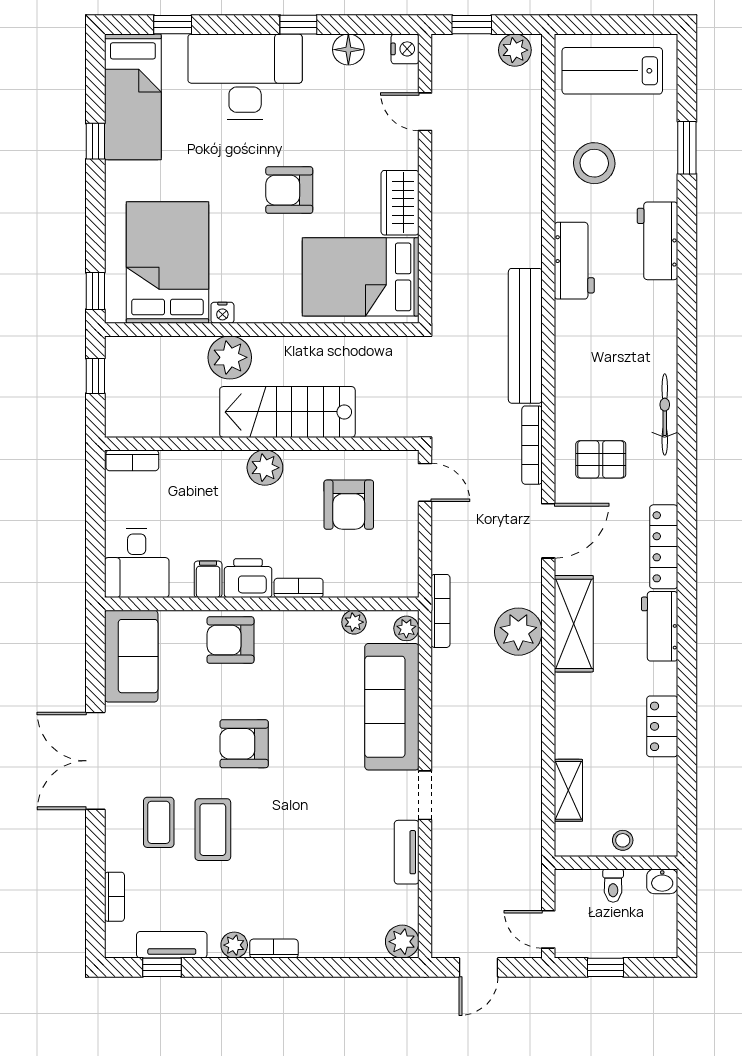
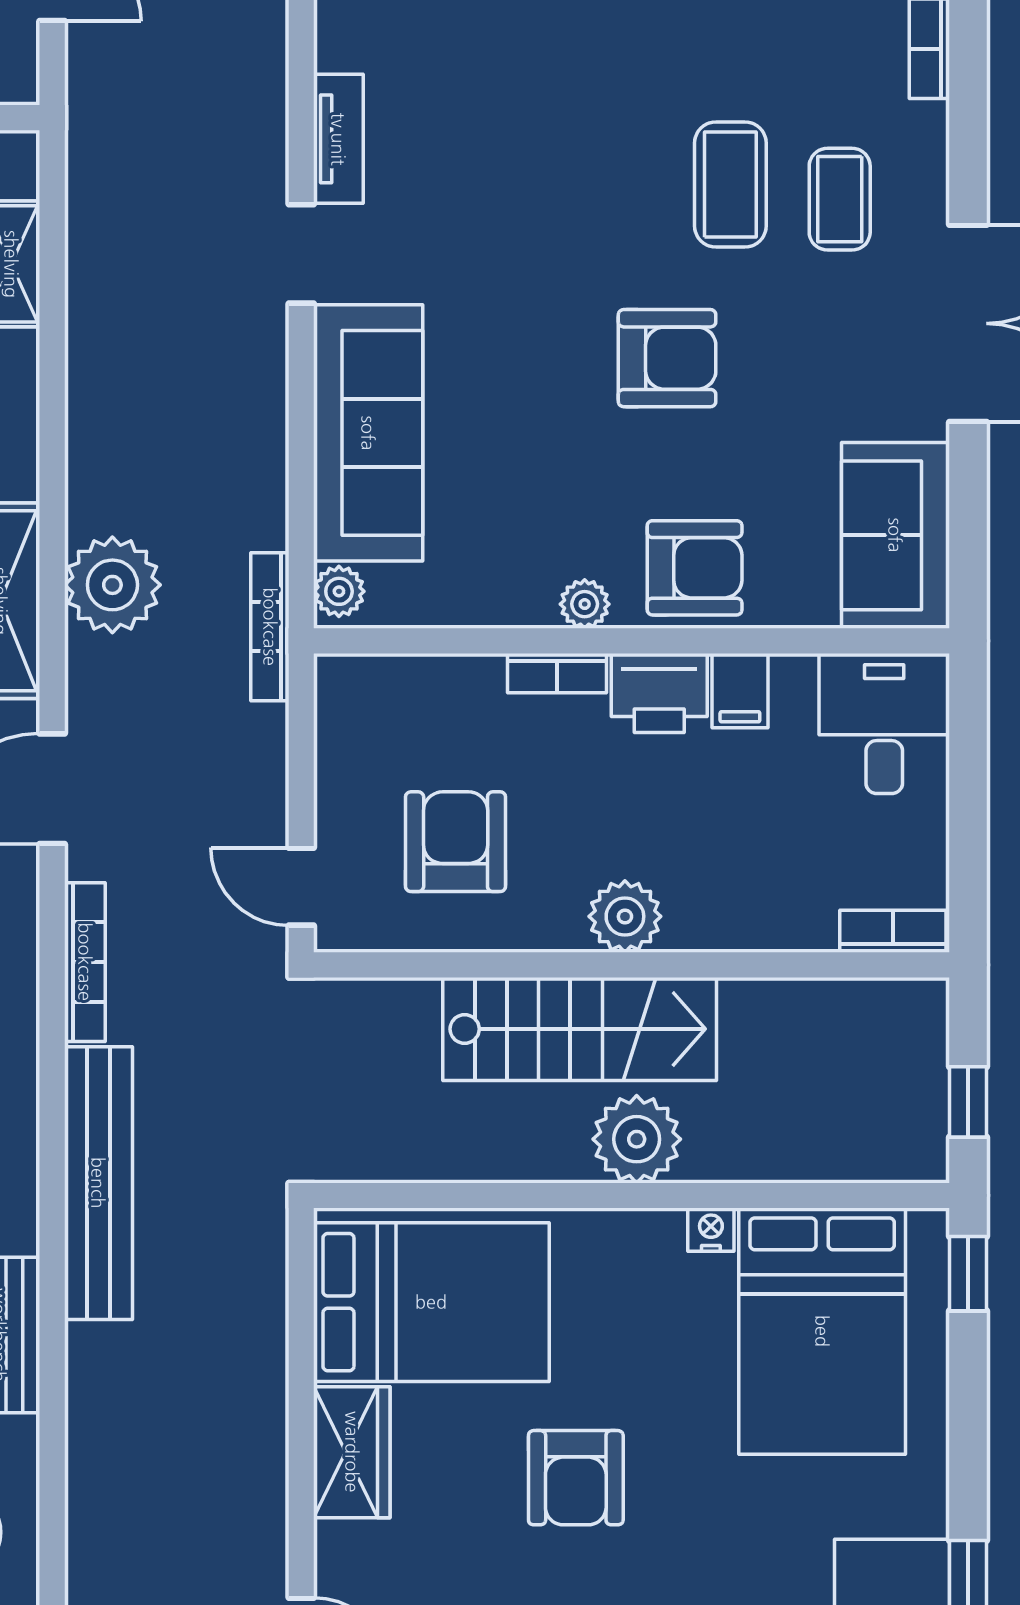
armchair: (289, 190) -> (576, 1478), turned 90
plant: (230, 357) -> (637, 1139), moved
plant: (354, 622) -> (585, 604), moved

